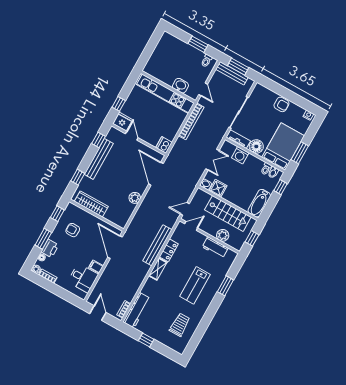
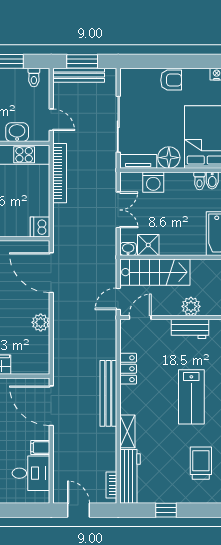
stairs: (228, 213) -> (155, 272), moved
bench: (157, 245) -> (108, 393), moved
shelving: (158, 269) -> (127, 431), moved

